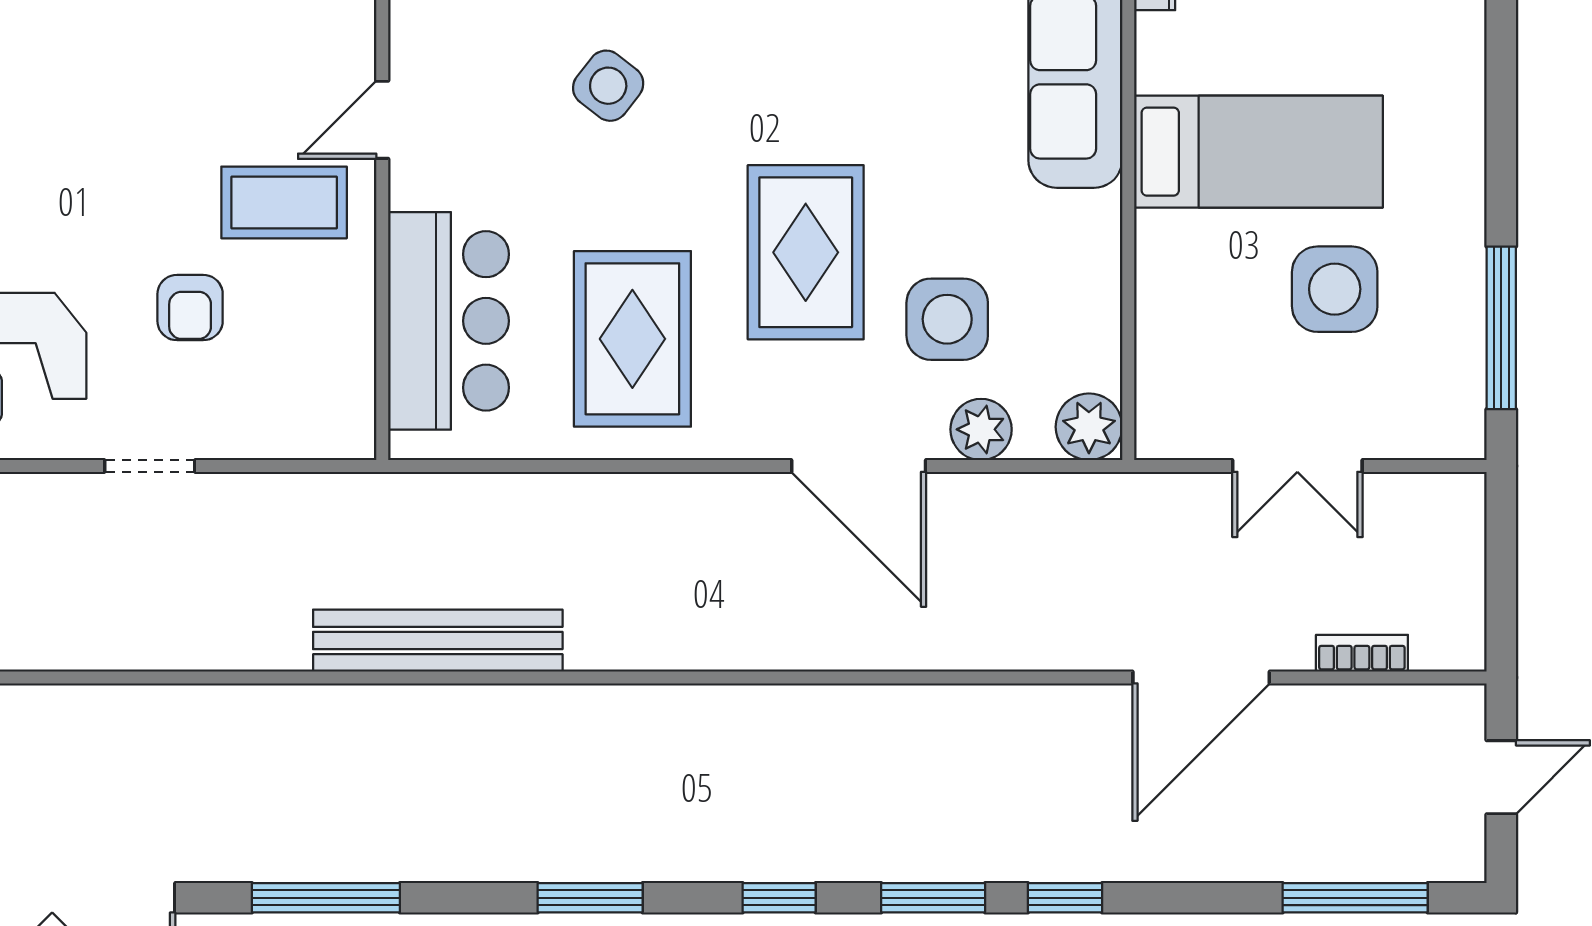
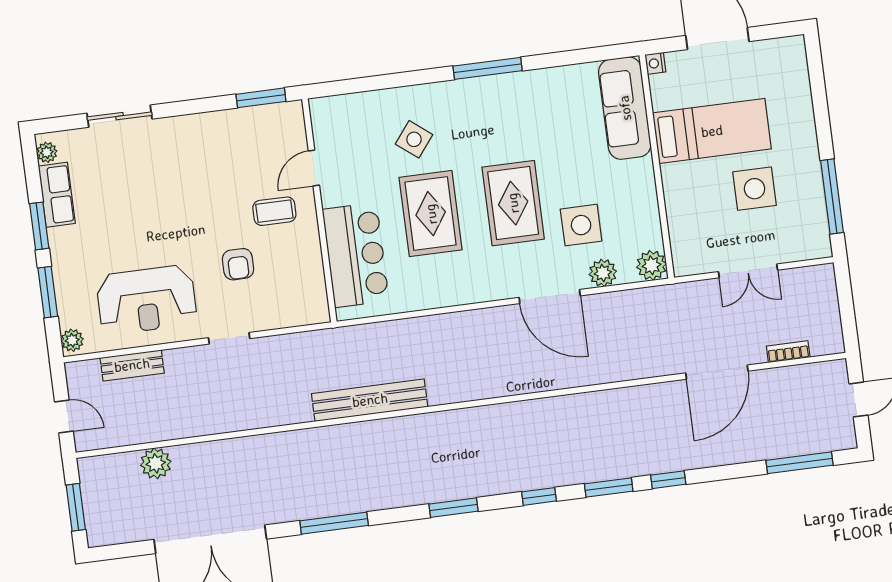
coffee table: (284, 202) -> (274, 211), width x0.73, depth x0.77
rug: (632, 339) -> (431, 214), moved

